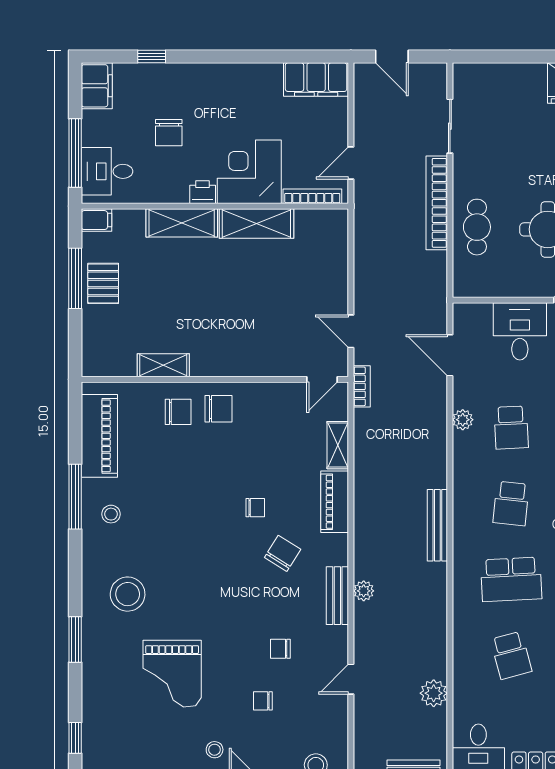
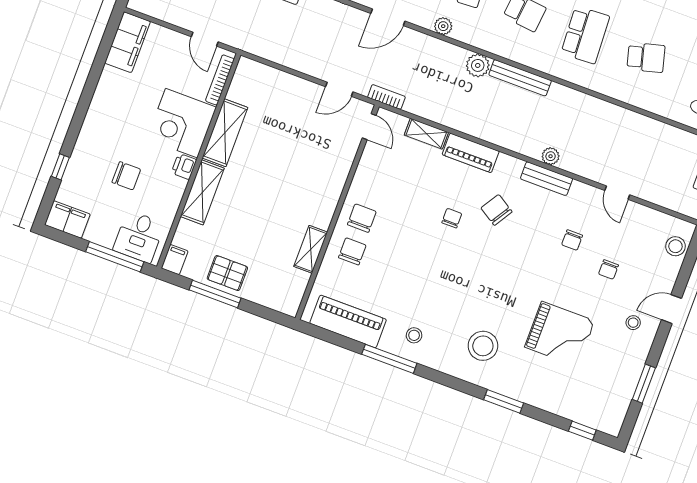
plant: (434, 693) -> (478, 65), moved

